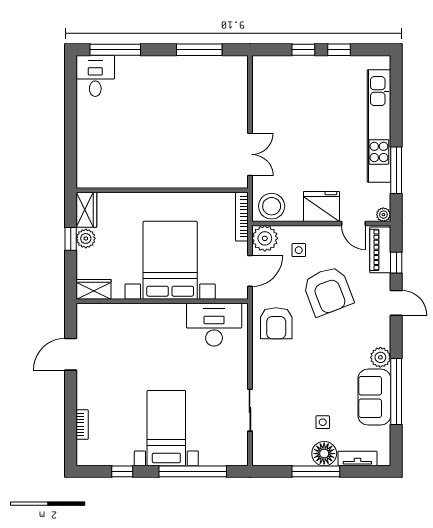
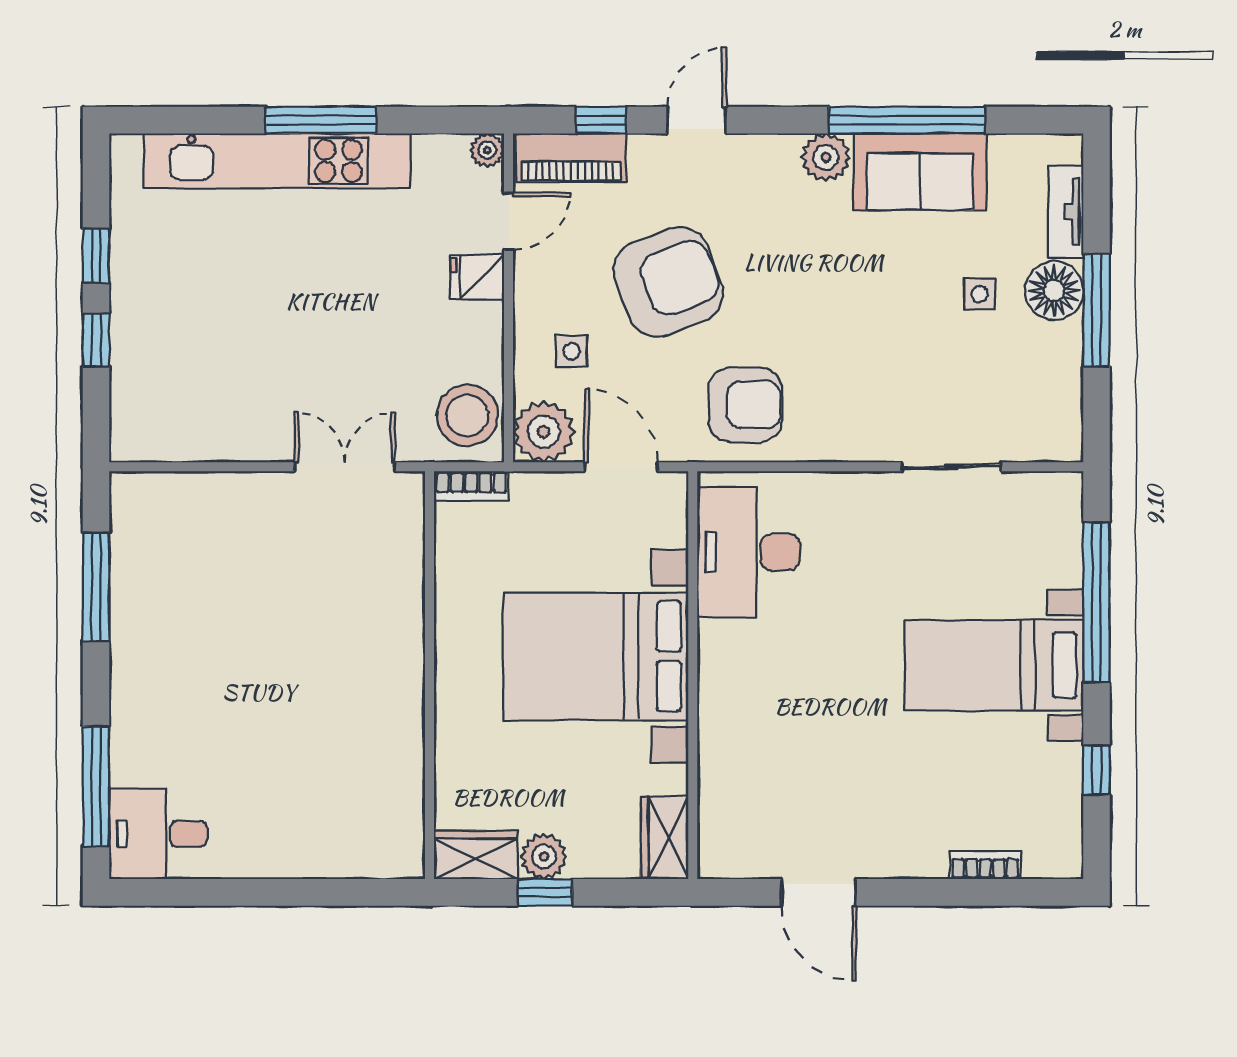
window: (396, 170) -> (321, 120), moved
fridge: (321, 207) -> (477, 277), width x0.53, depth x0.75
bookcase: (242, 217) -> (471, 486), width x0.64

